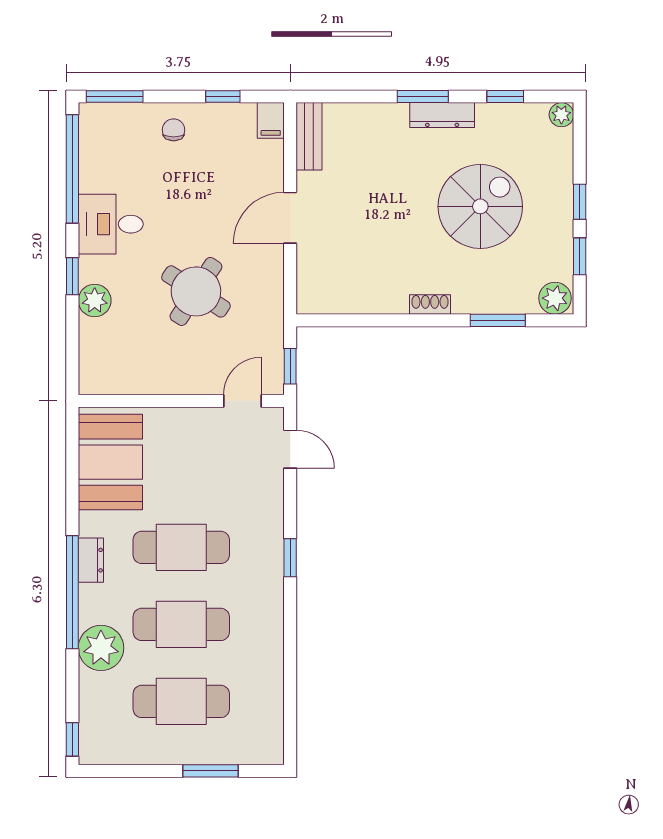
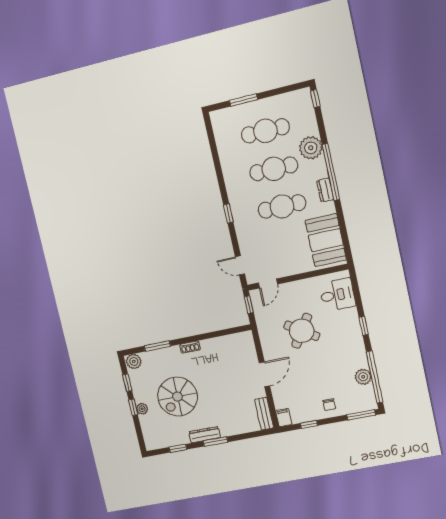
plant: (561, 115) -> (142, 409), moved
desk: (111, 224) -> (337, 295), moved
plant: (95, 300) -> (363, 377), moved

